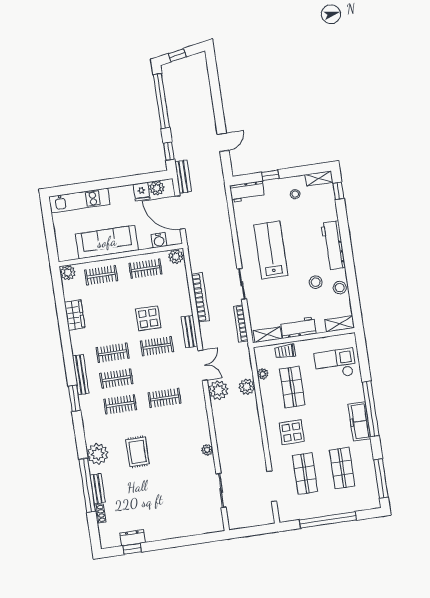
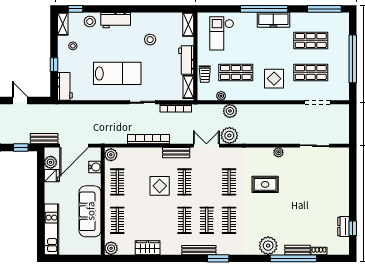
workbench: (333, 245) -> (116, 20), width x0.73
lab bench: (271, 250) -> (117, 73), turned 180
stool: (340, 288) -> (90, 21), moved
rug: (138, 452) -> (265, 184), moved

